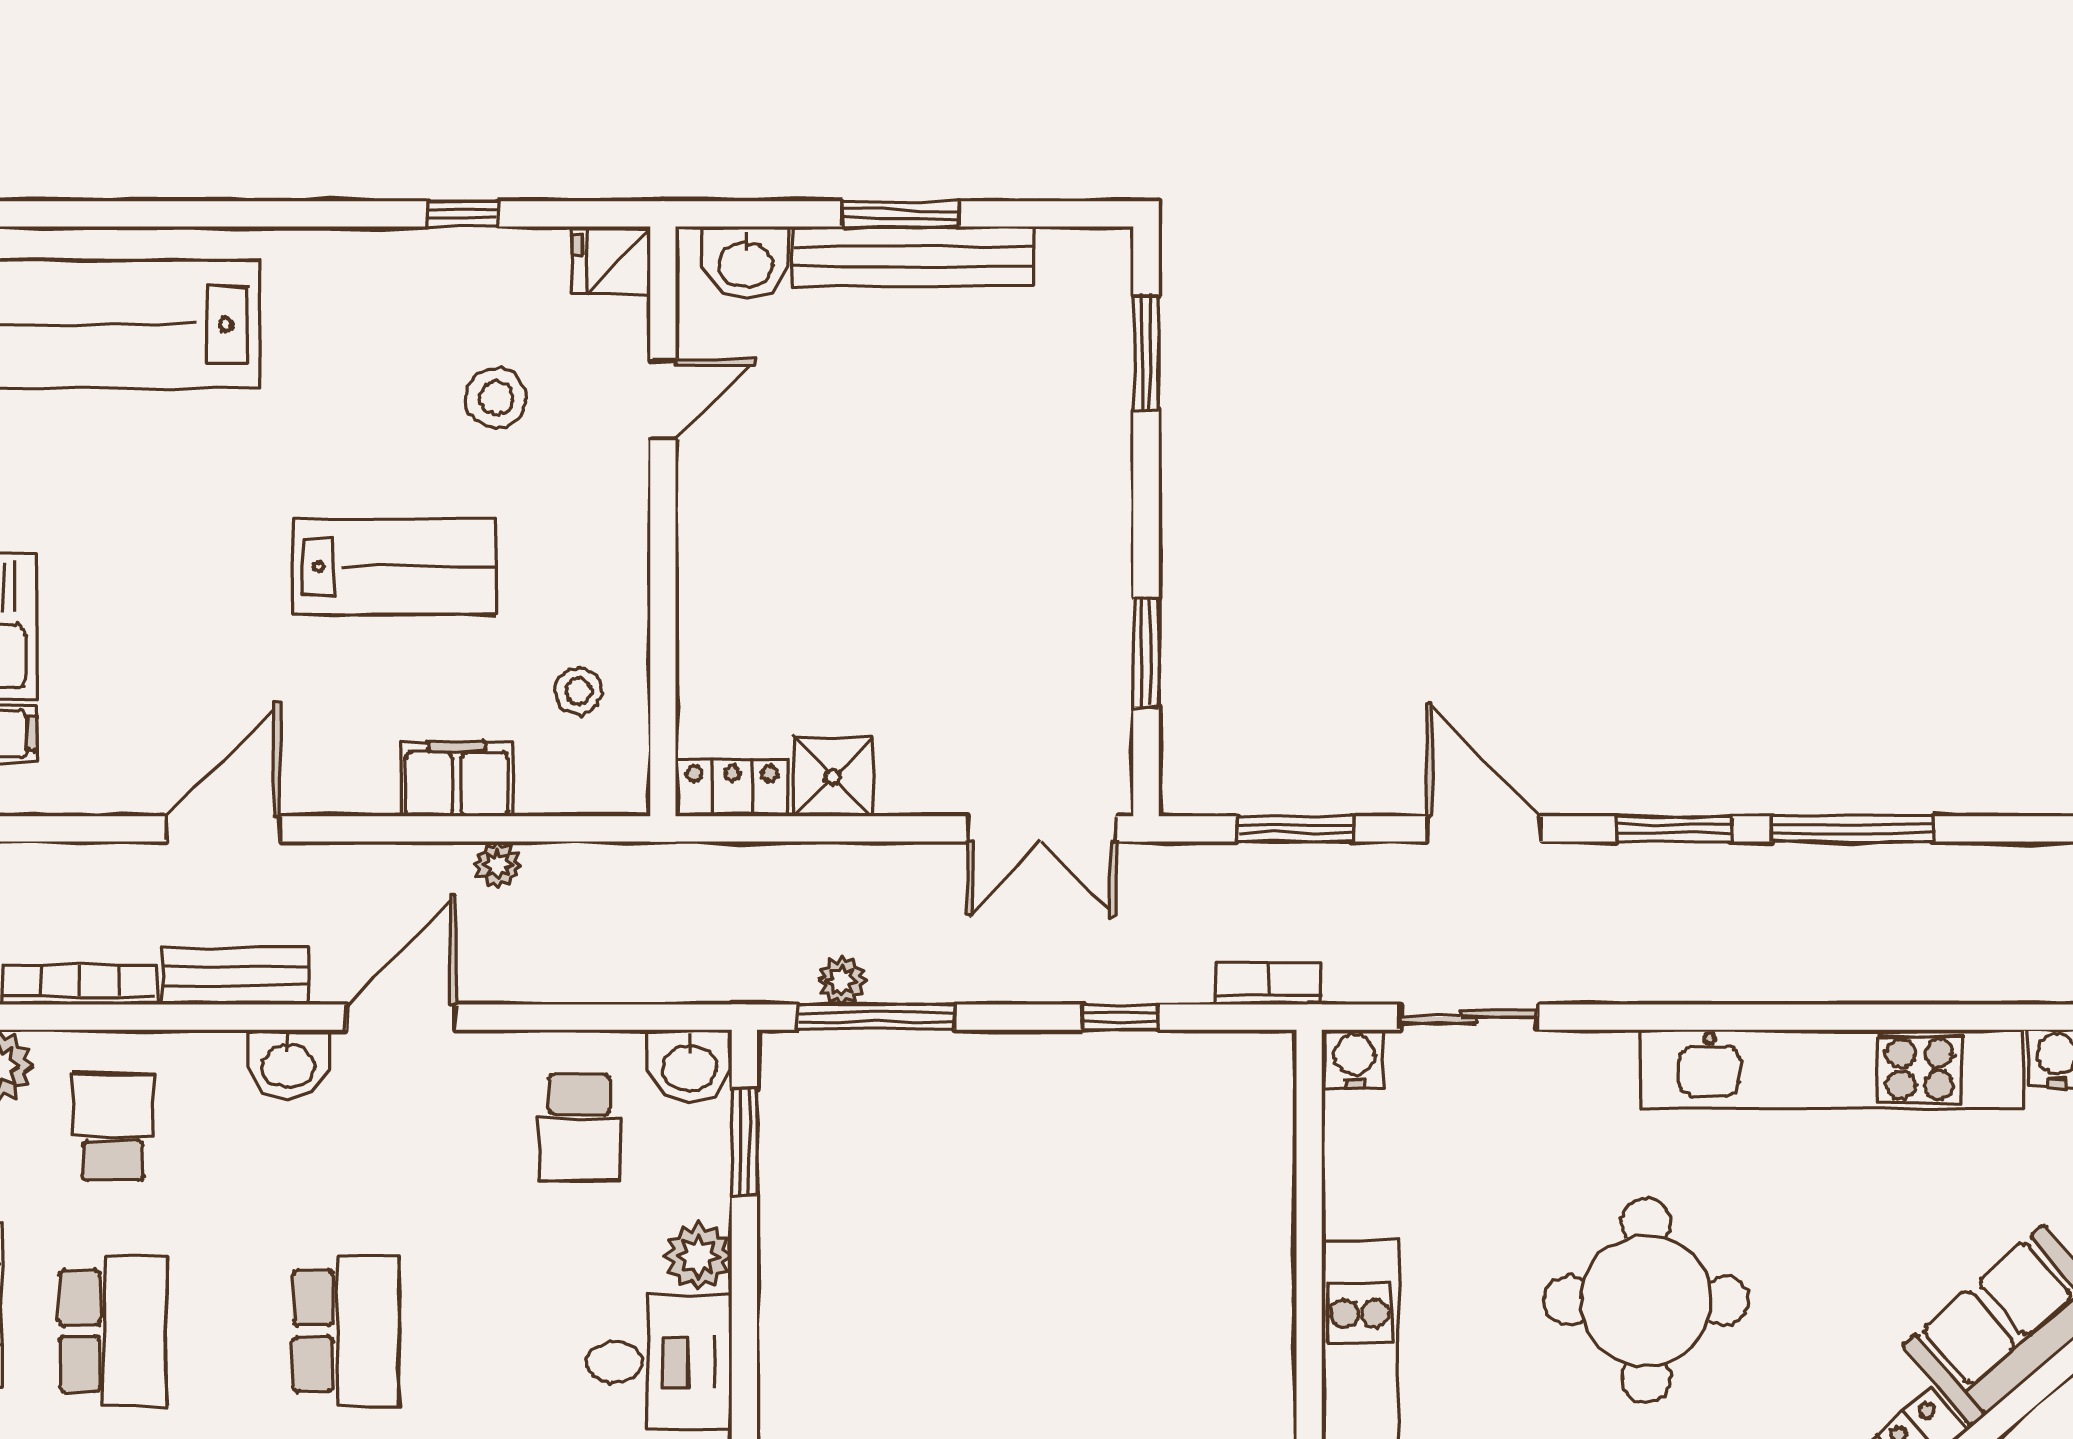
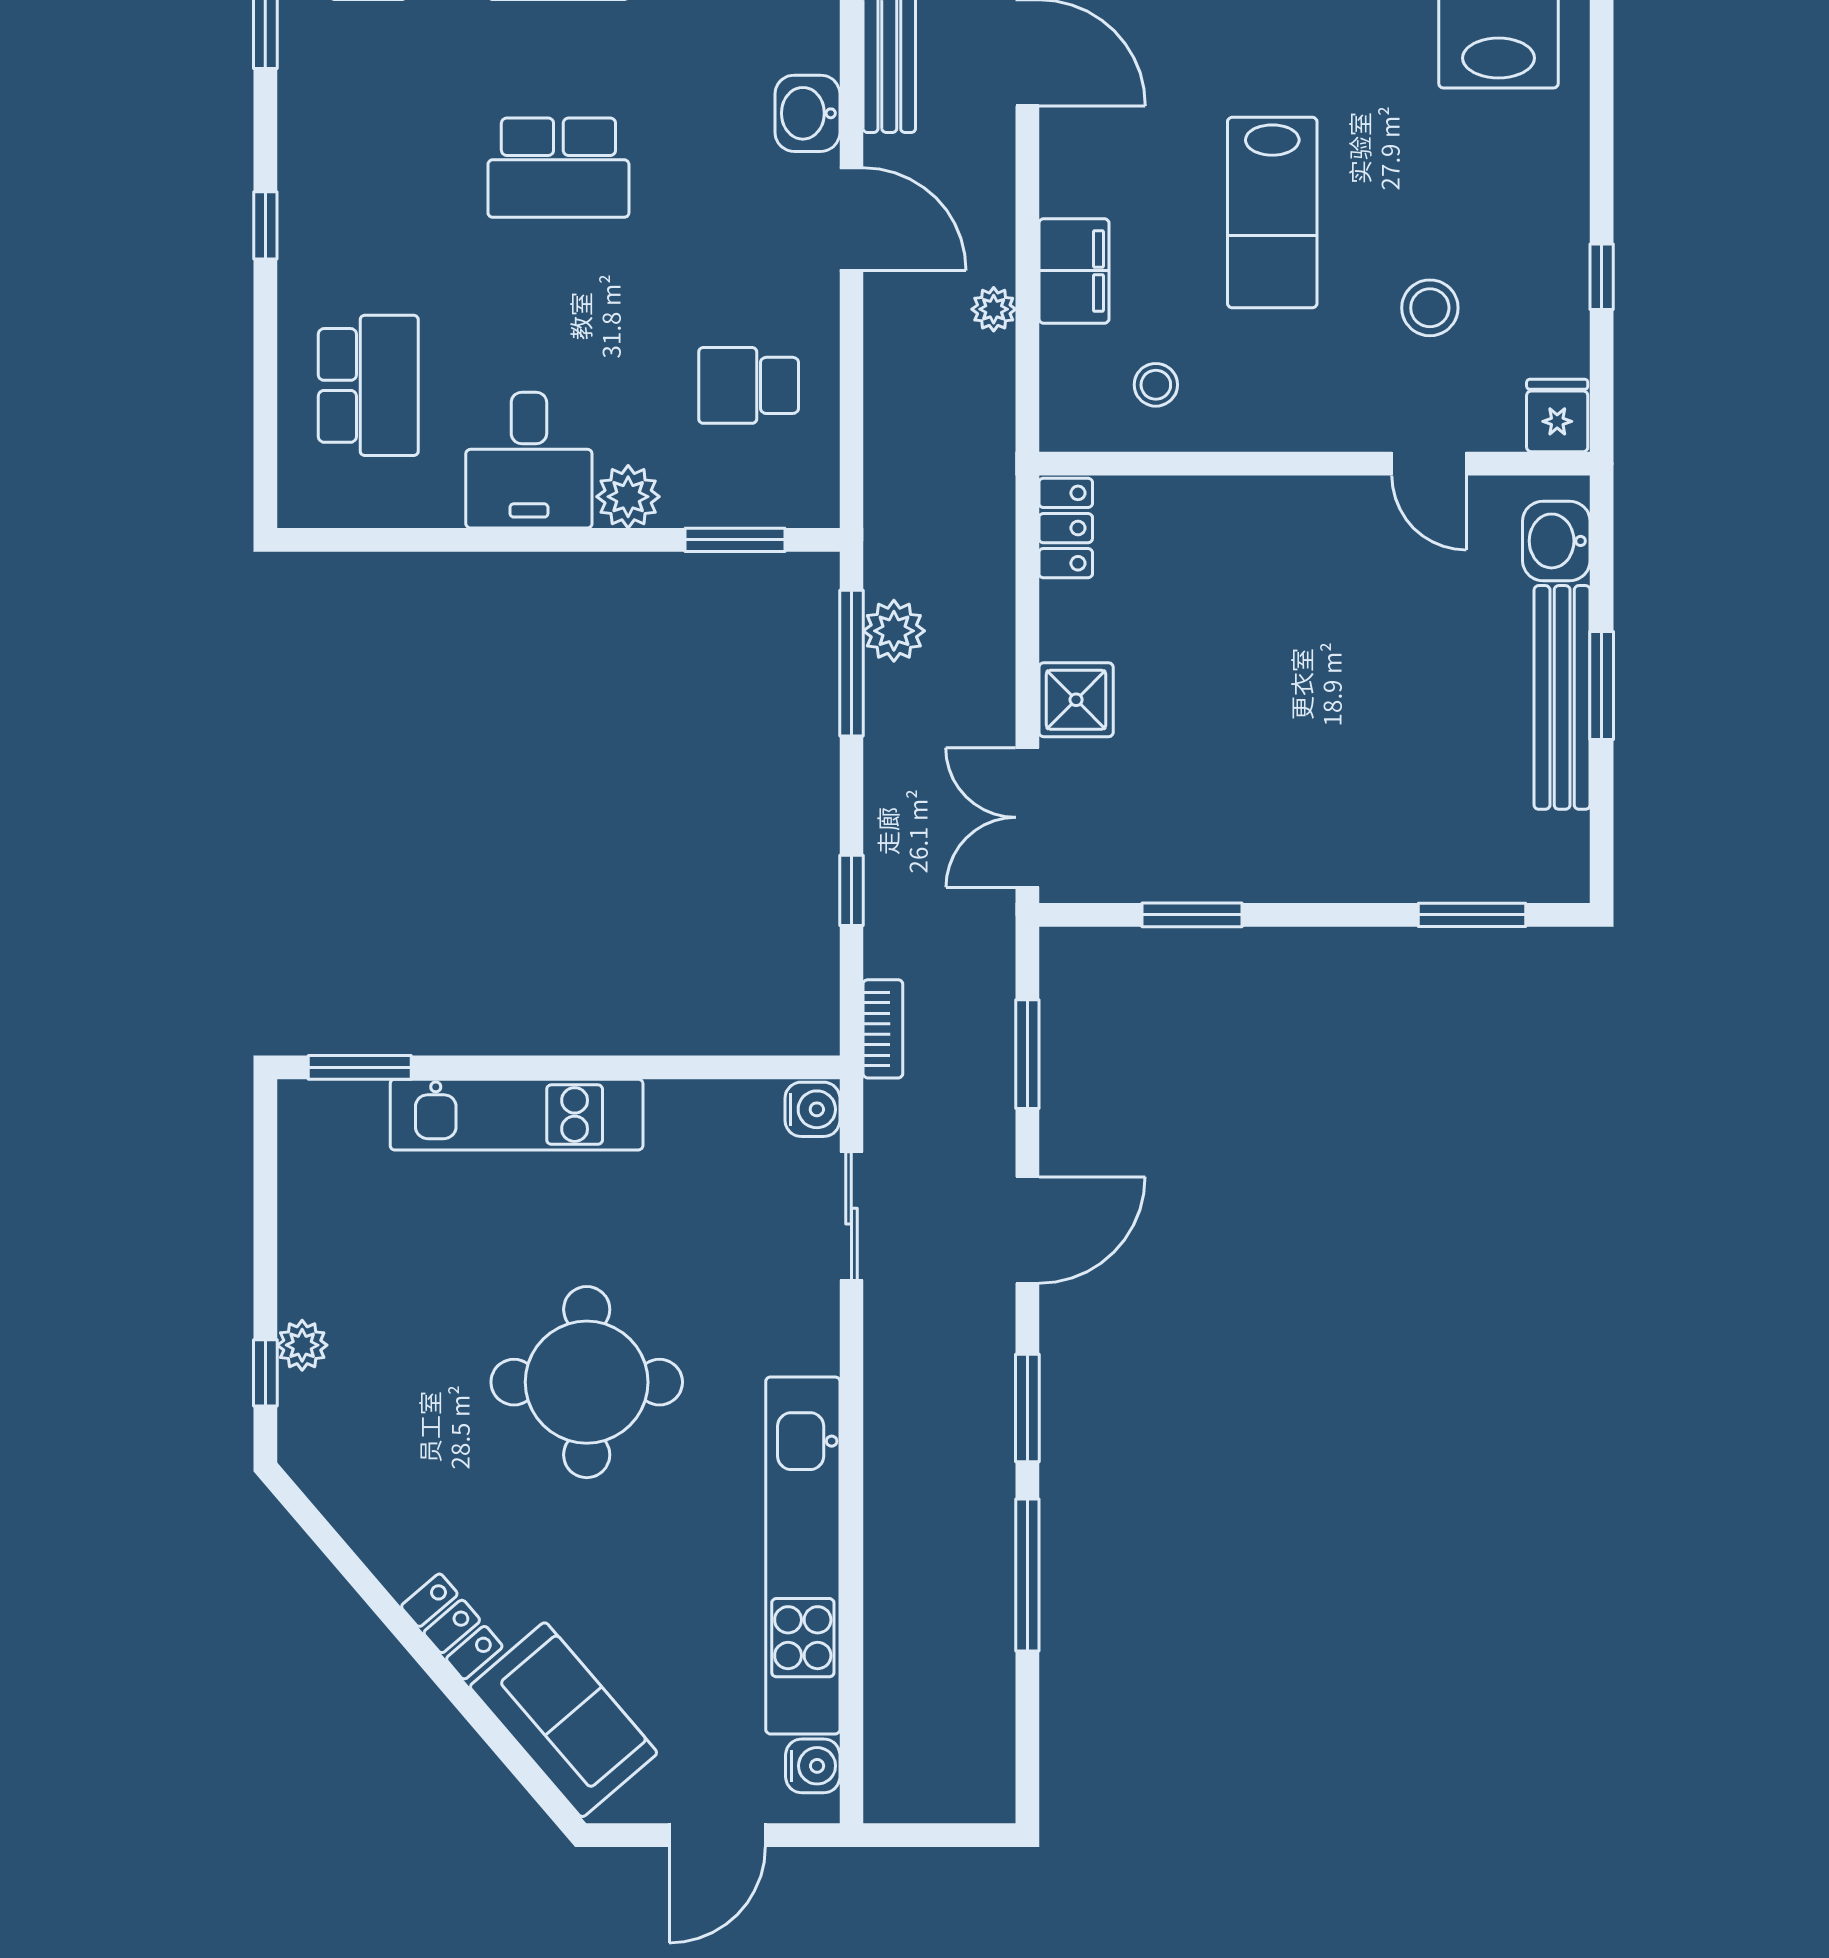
shower: (833, 777) -> (1076, 700), moved
plant: (842, 981) -> (894, 631), width x1.38, depth x1.38
washbasin: (689, 1066) -> (806, 488), removed

